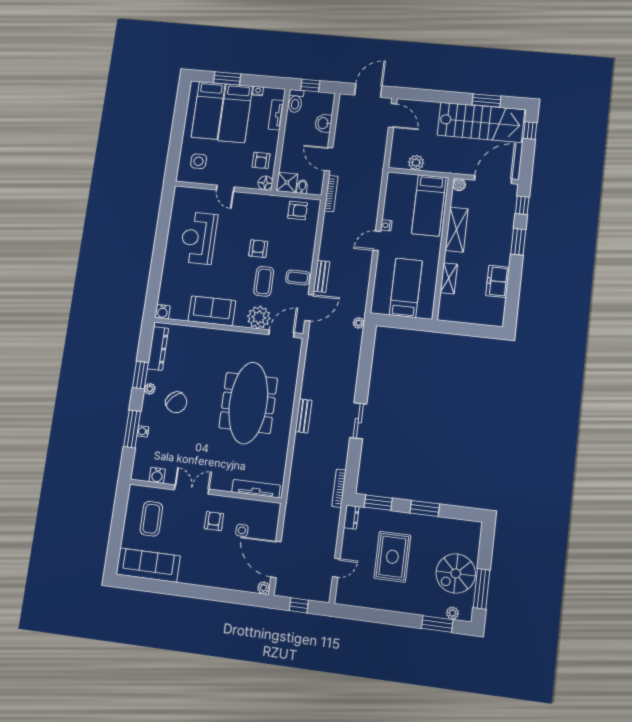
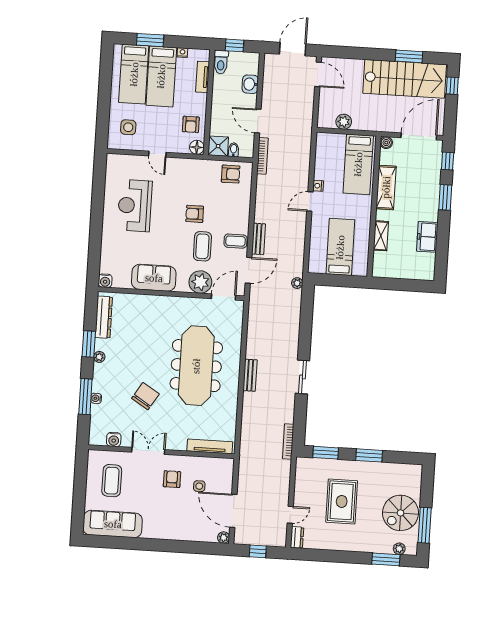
armchair: (258, 249) -> (195, 214), turned -90
chair: (176, 402) -> (145, 396), moved, turned -103
dresser: (351, 517) -> (297, 537), moved

